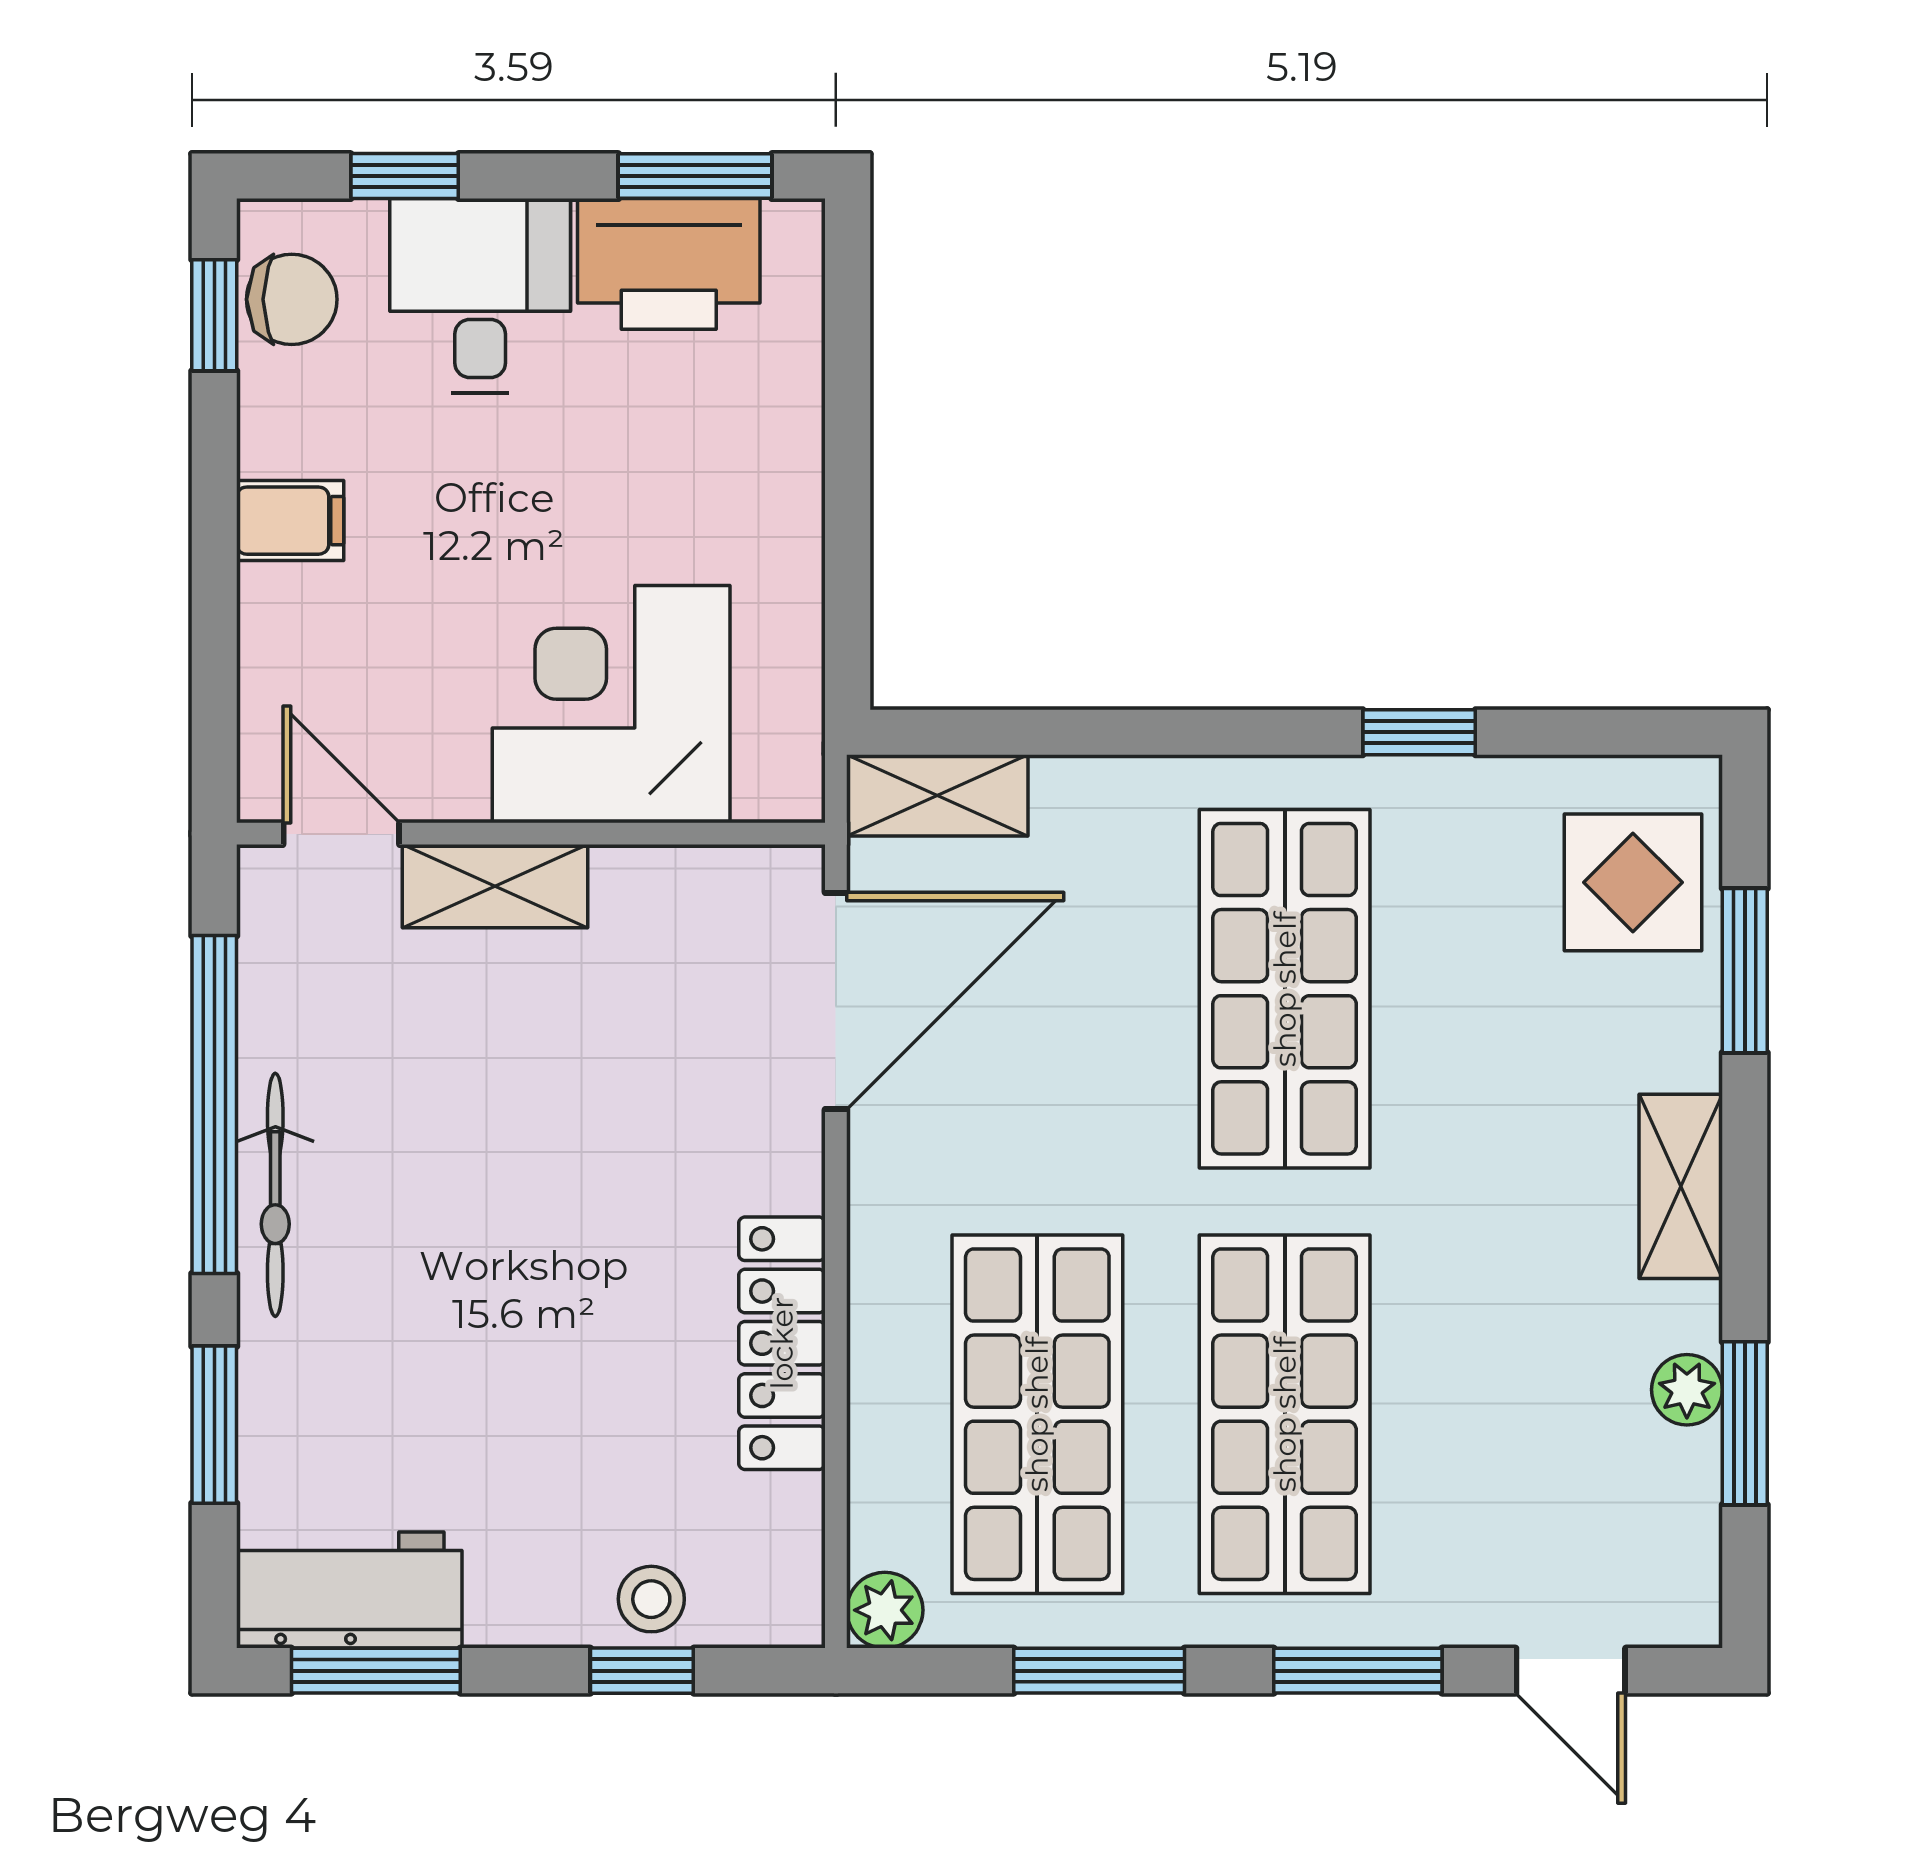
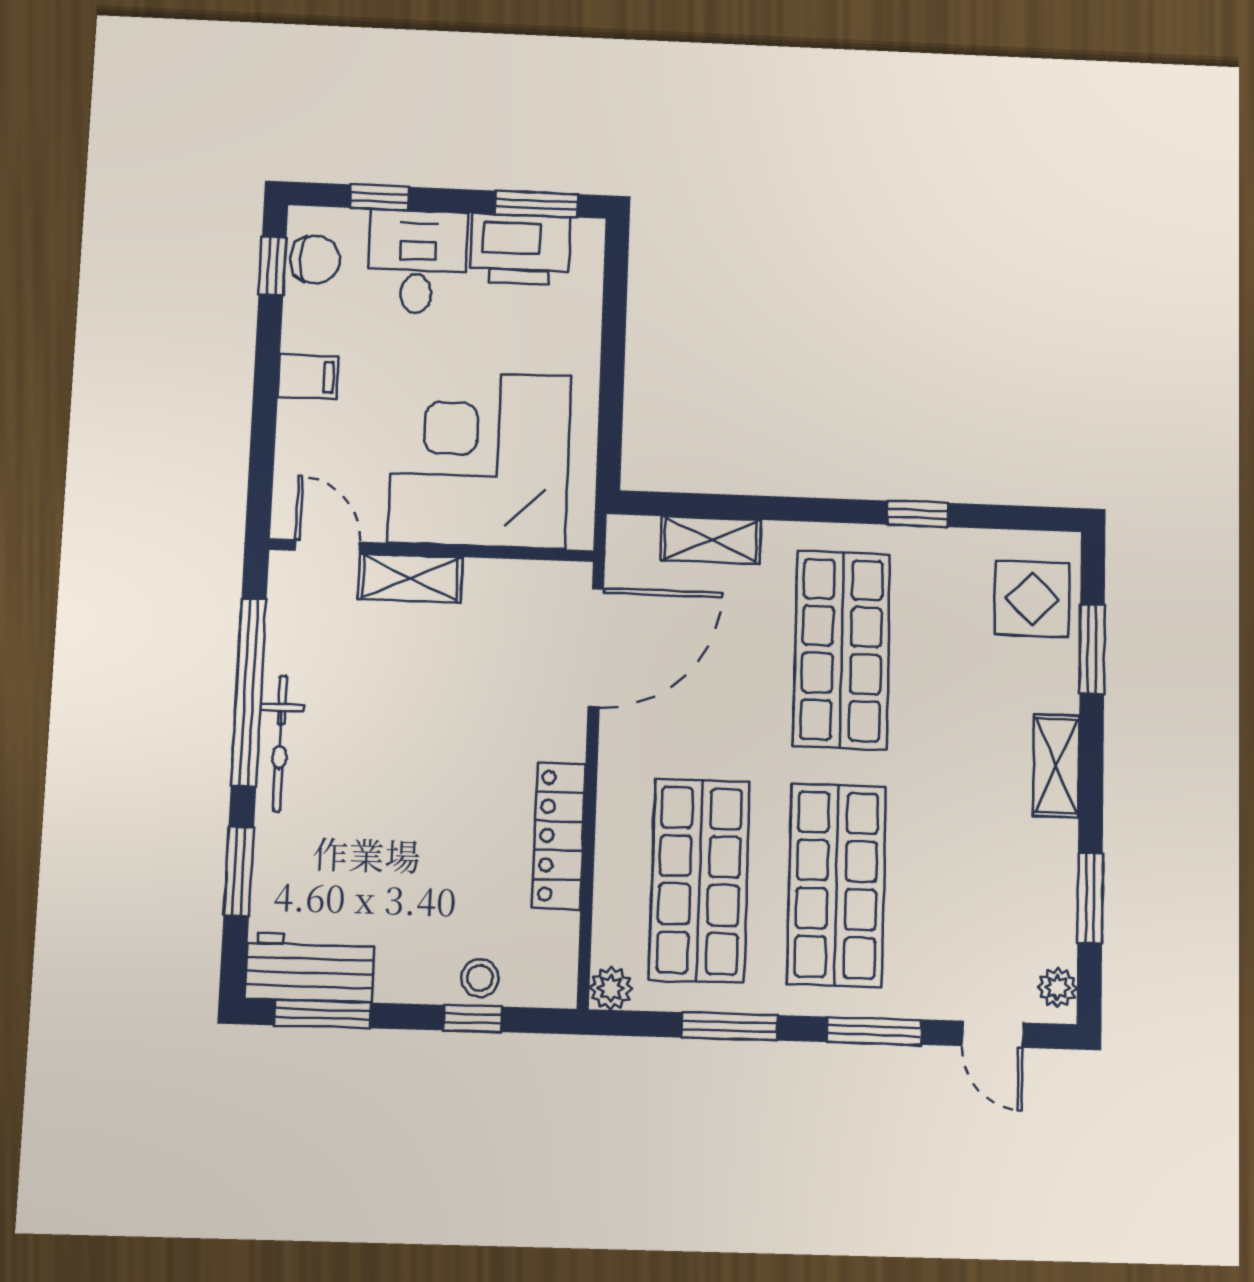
corner desk: (611, 704) -> (480, 459), width x1.36, depth x1.36
shelving: (937, 795) -> (711, 540), moved
plant: (1687, 1390) -> (1057, 987), moved

